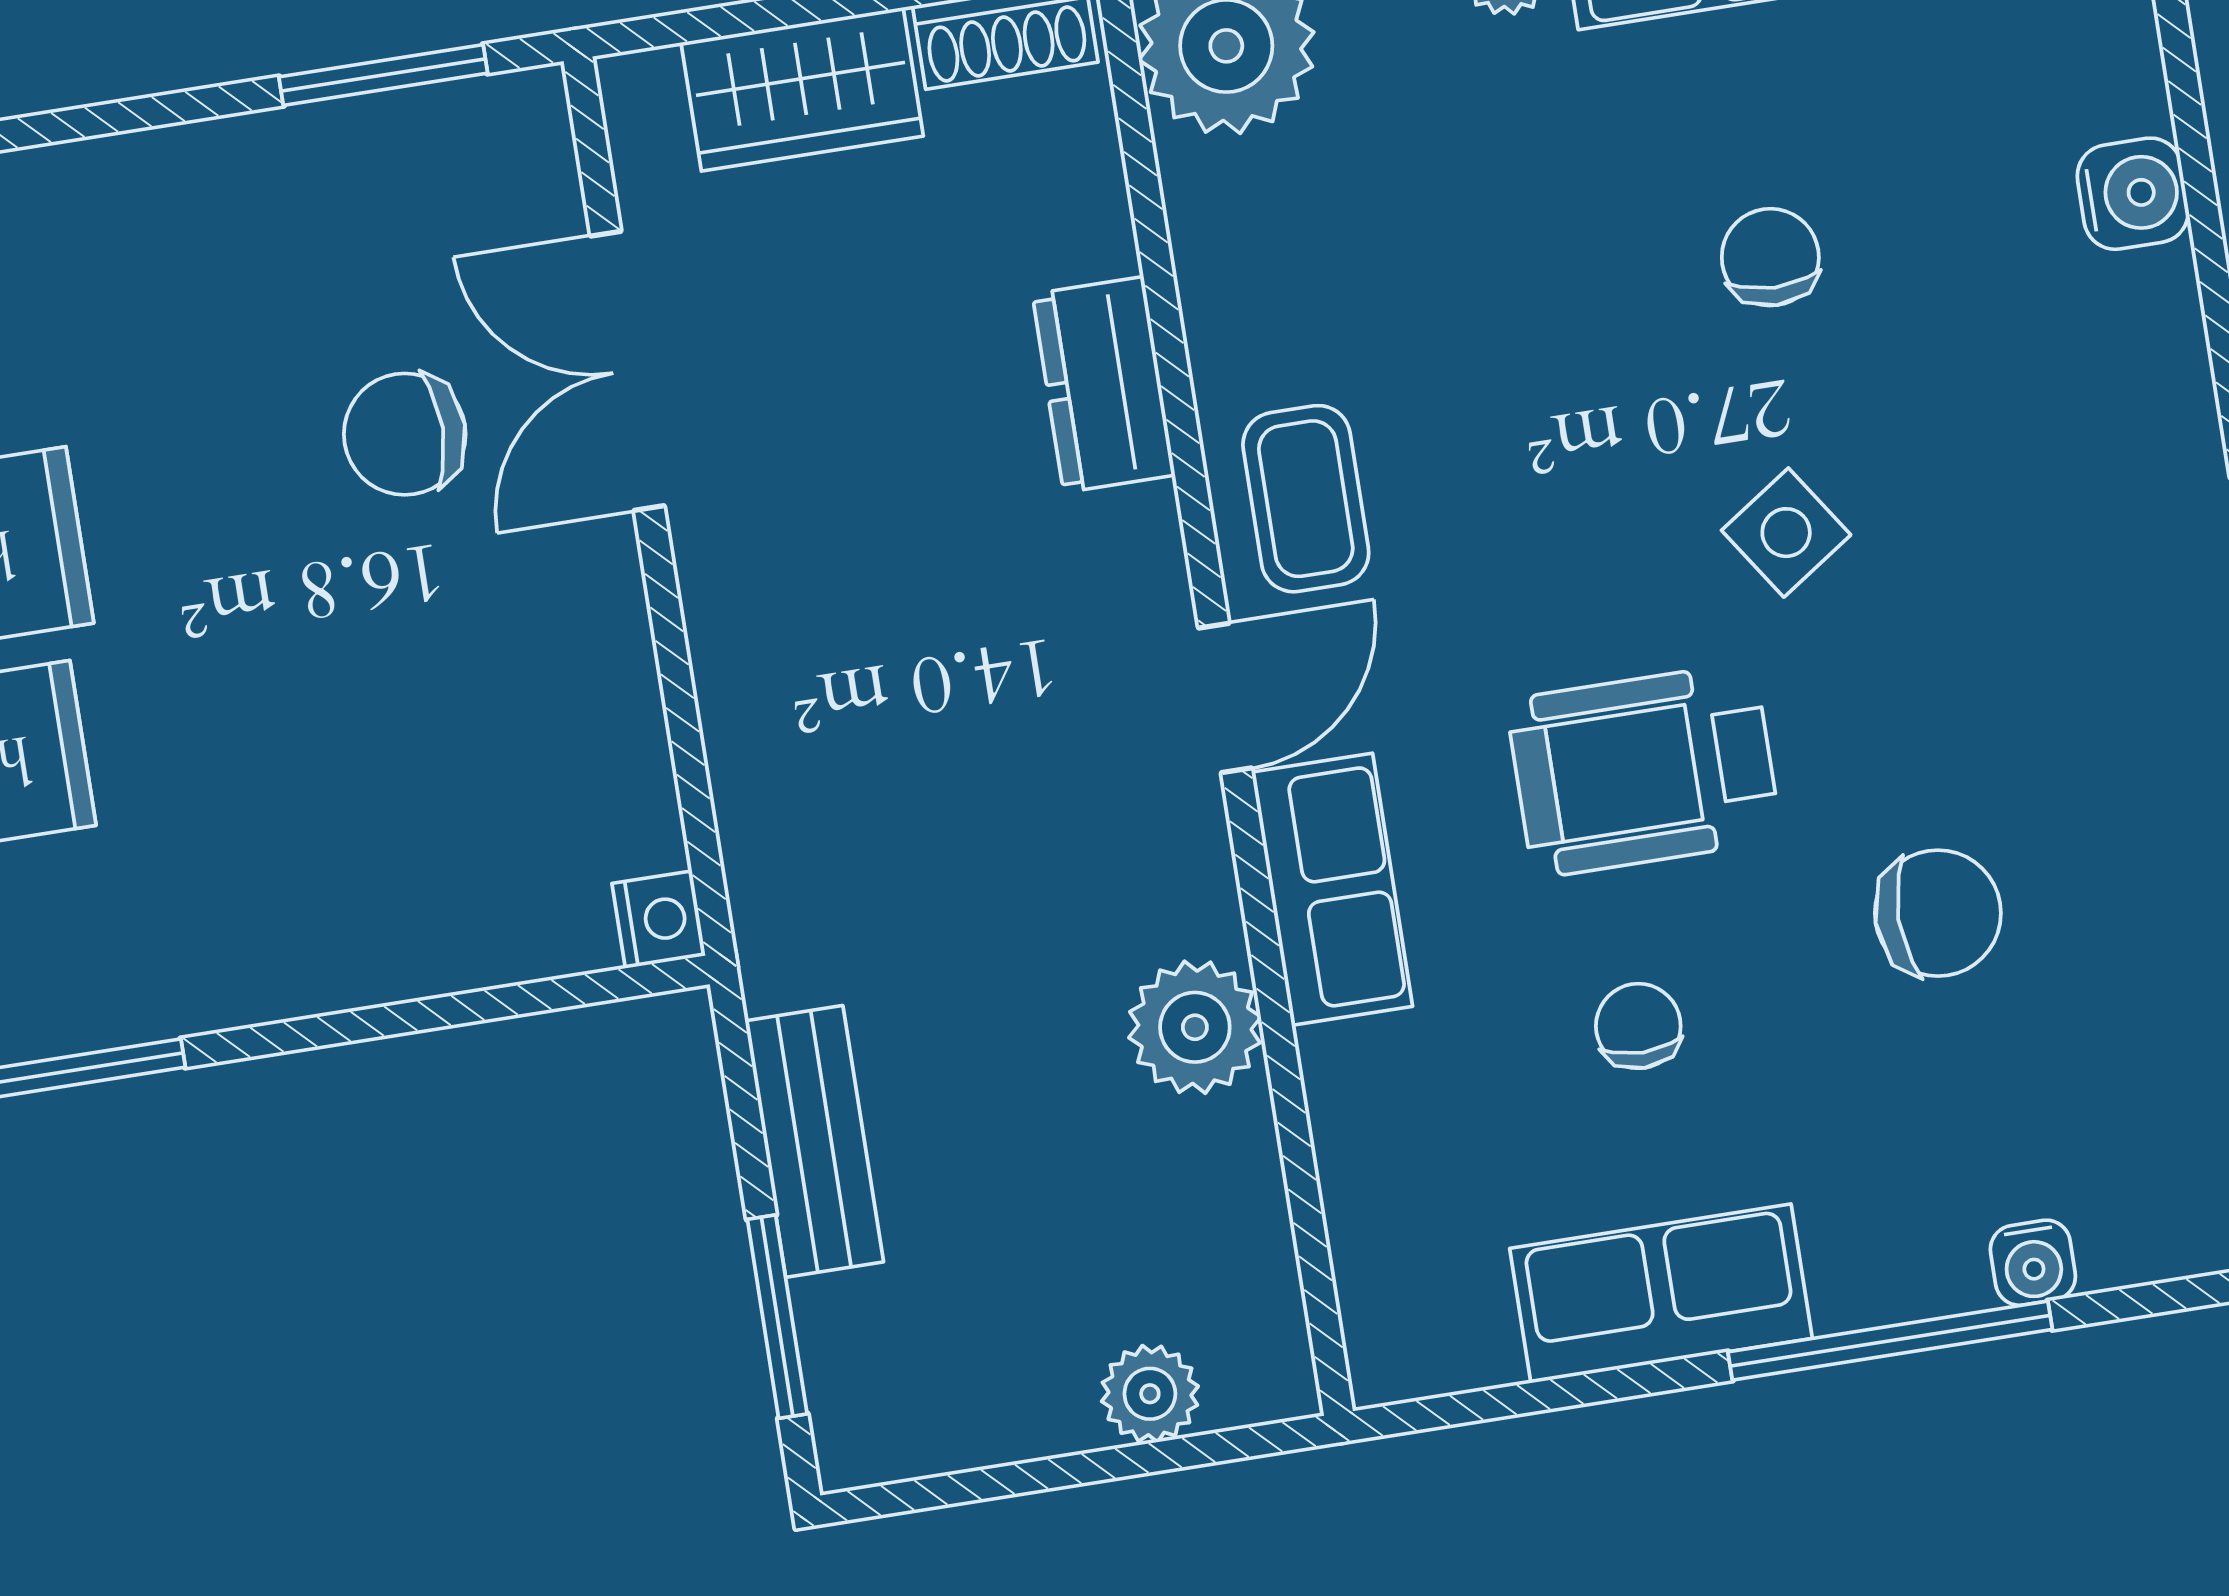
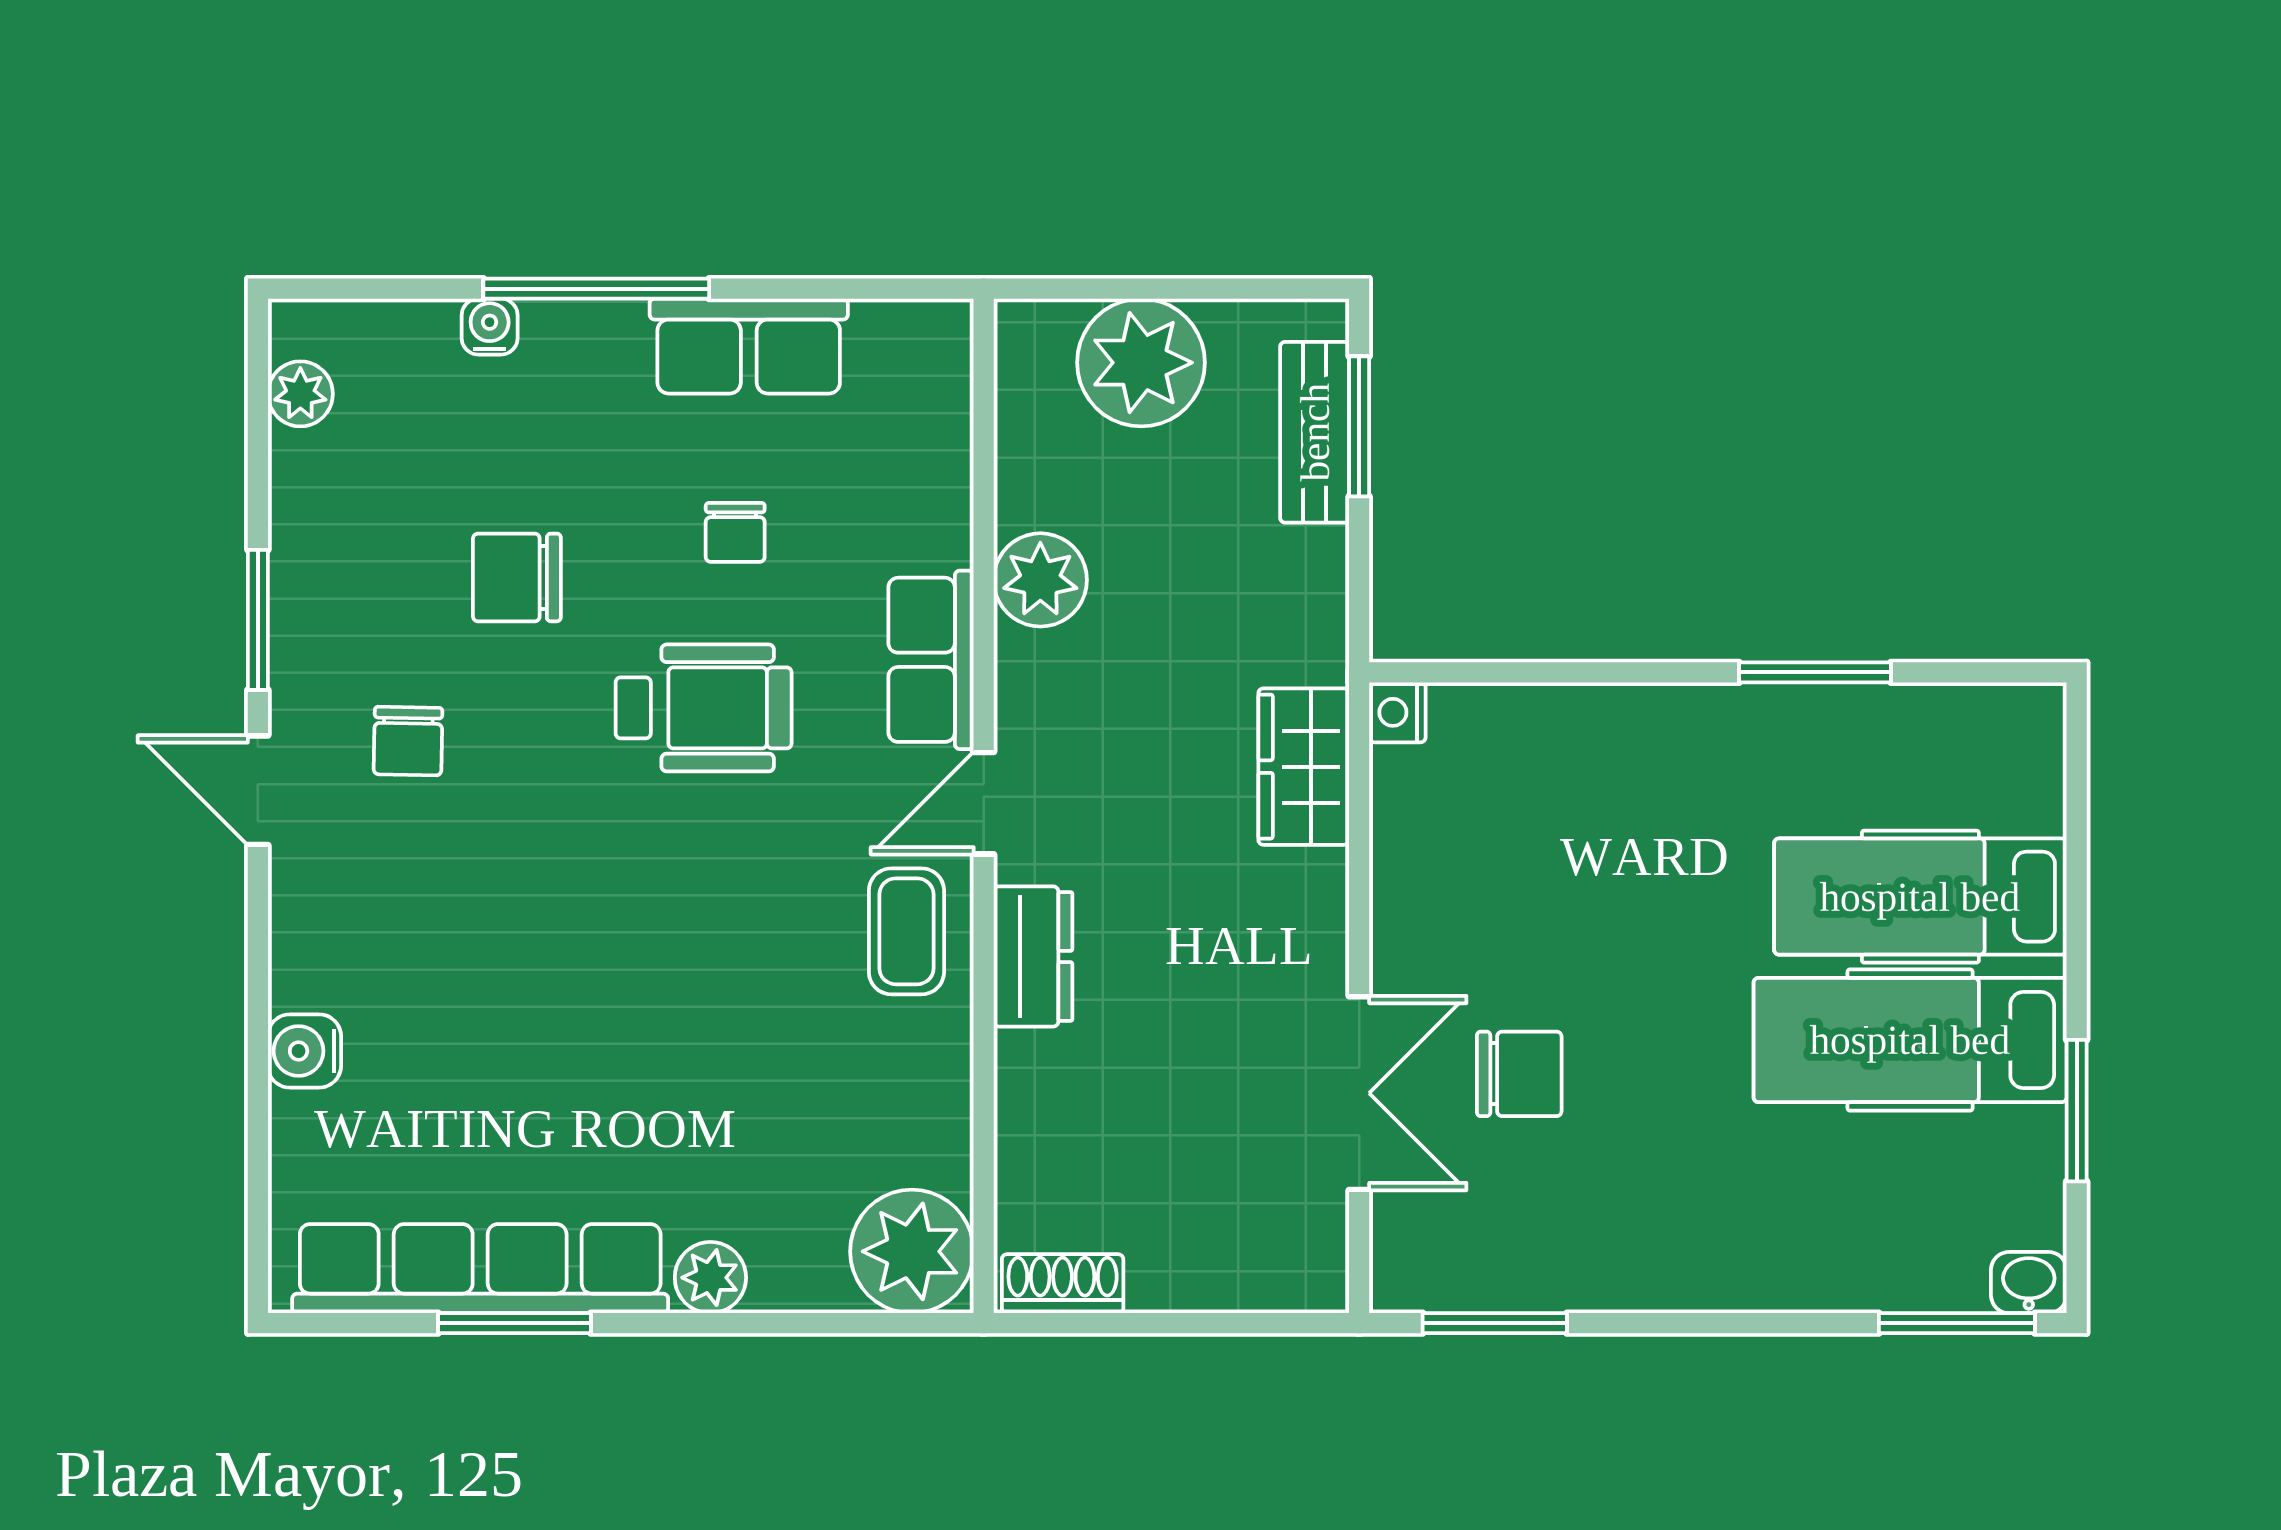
wardrobe: (802, 89) -> (1304, 767), moved, turned -90
chair: (1770, 257) -> (408, 741), moved
dresser: (1104, 385) -> (1033, 956), moved
side table: (1786, 533) -> (580, 856), removed
bench: (814, 1141) -> (1315, 432), moved
plant: (1150, 1394) -> (1141, 363), width x1.87, depth x1.87

